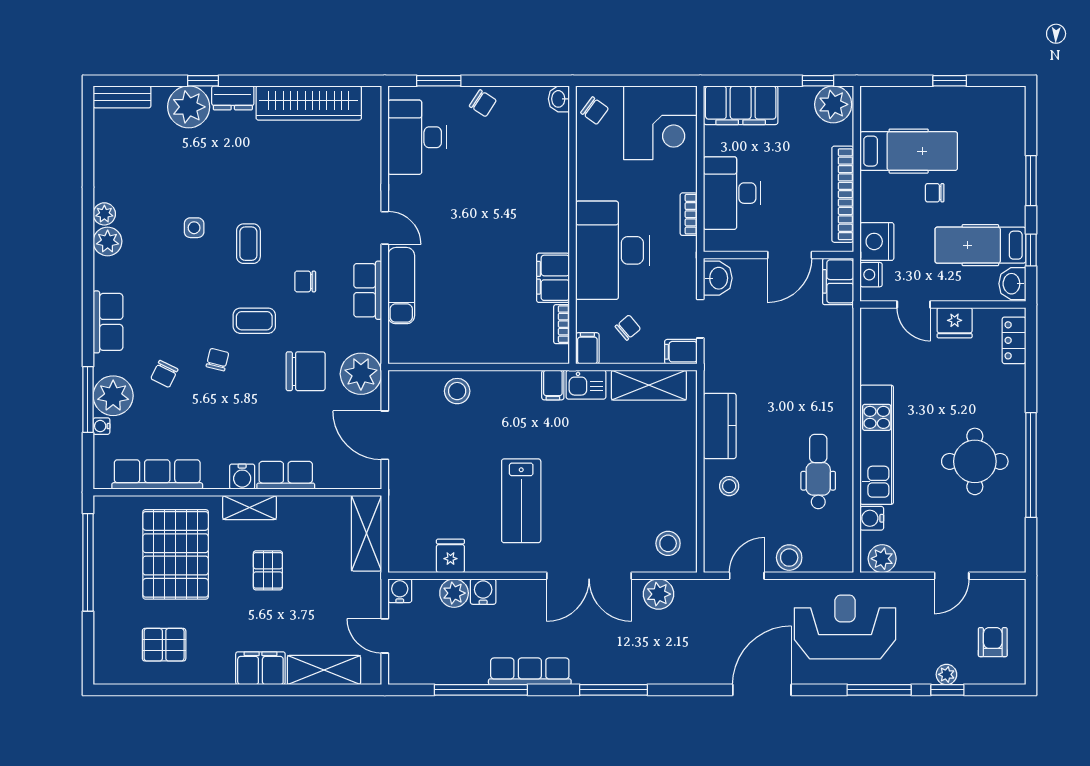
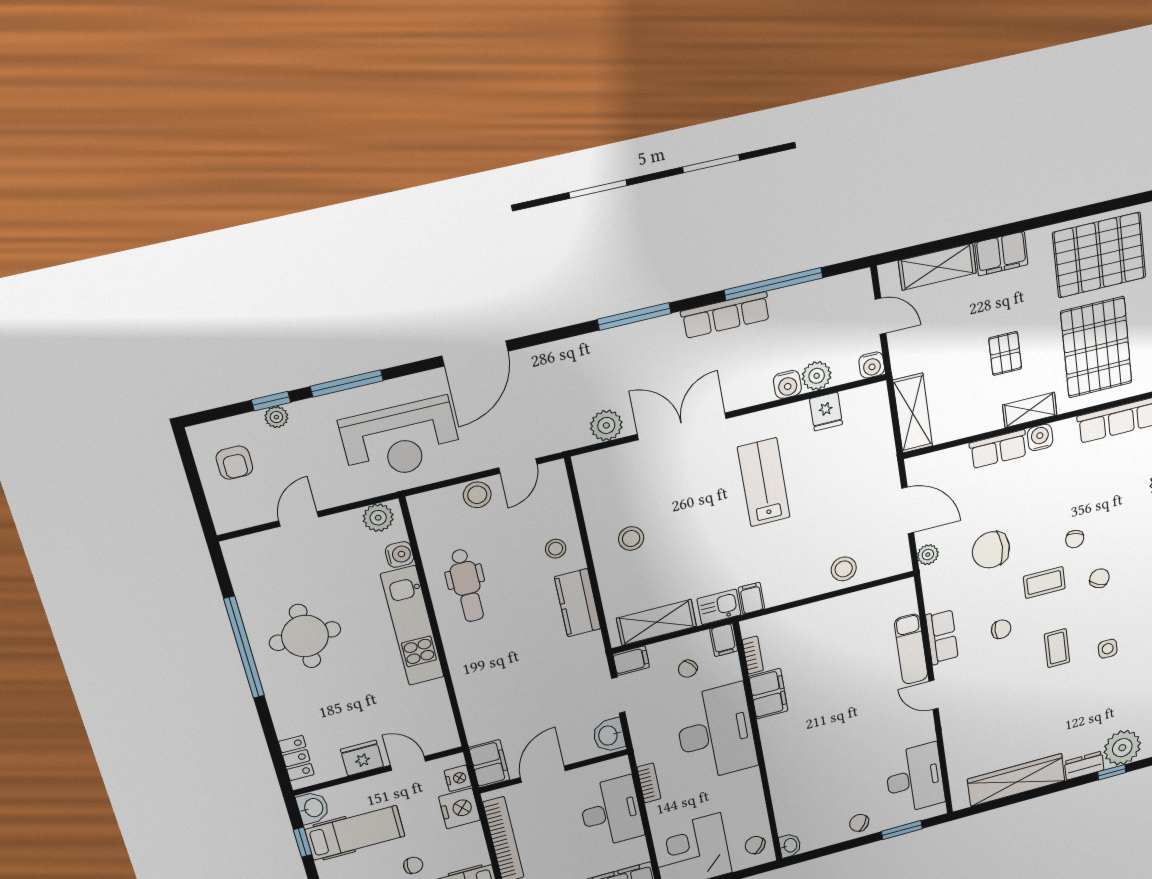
chair: (164, 374) -> (1099, 578), moved
plant: (361, 374) -> (928, 555), width x0.53, depth x0.53
stool: (668, 543) -> (631, 538), moved
pallet: (164, 645) -> (1099, 255), width x2.05, depth x2.00

